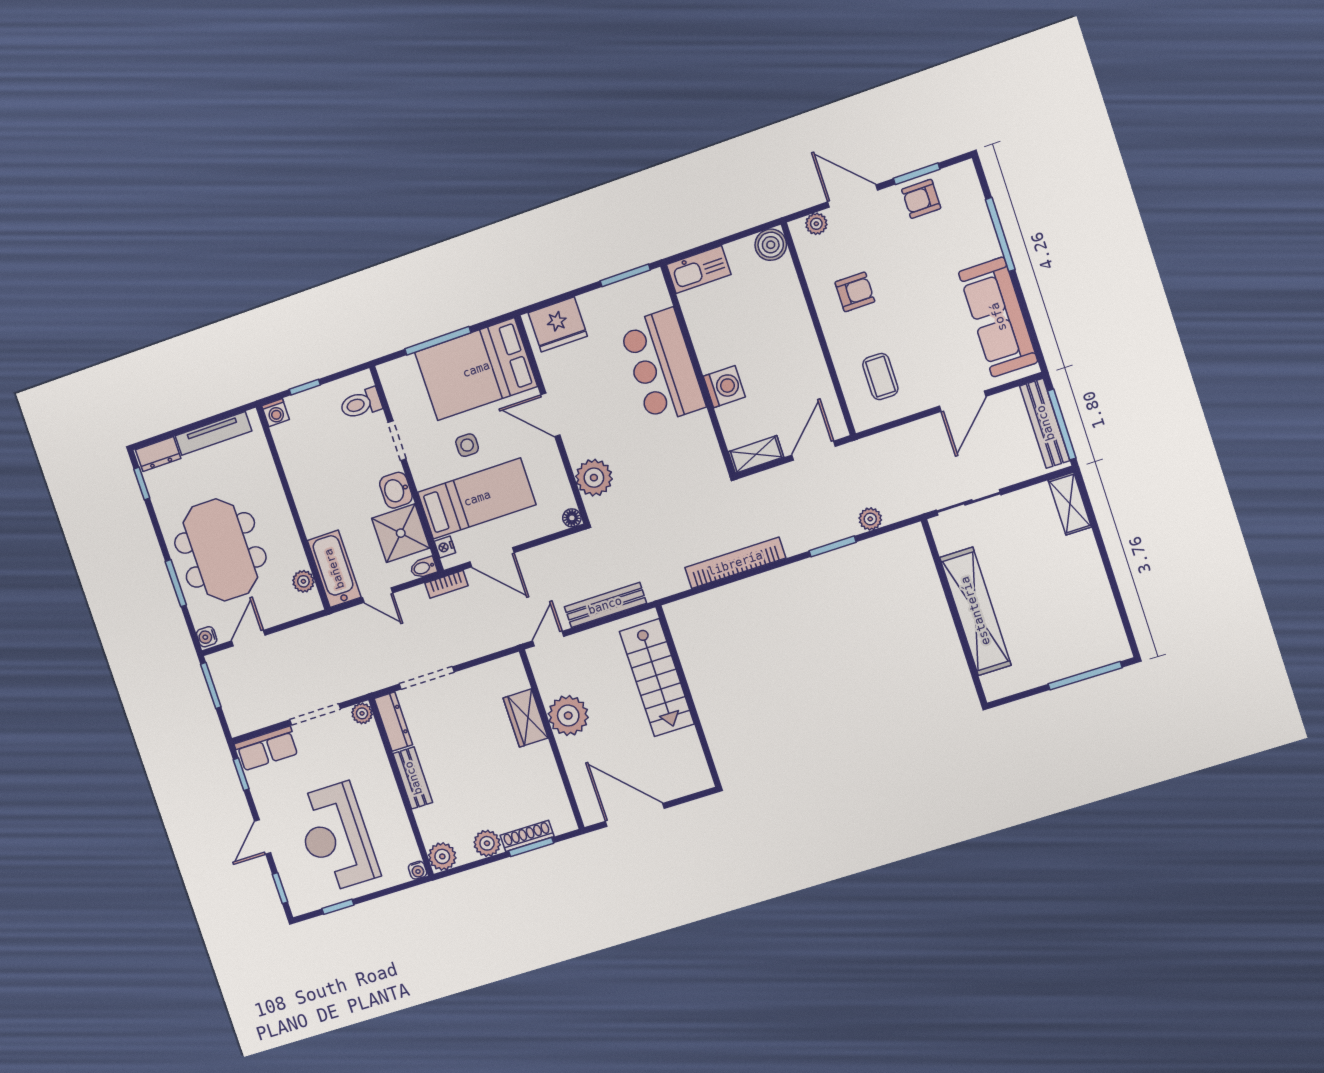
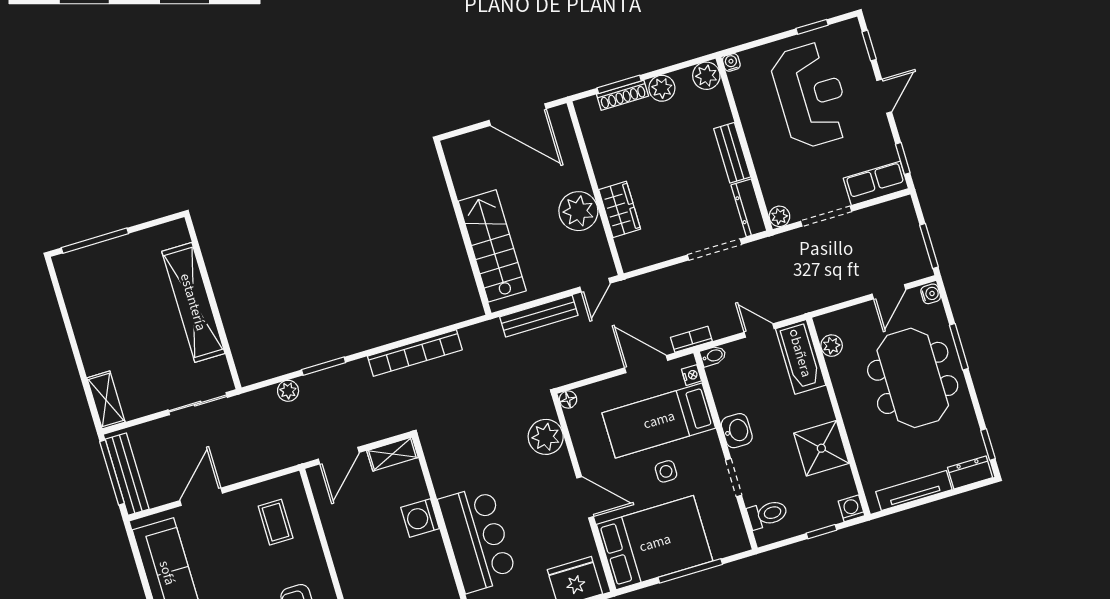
shower: (401, 533) -> (821, 448), moved

